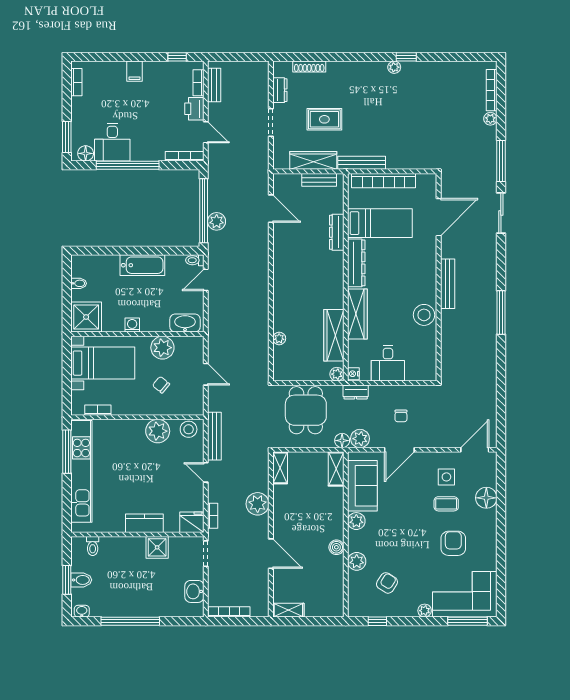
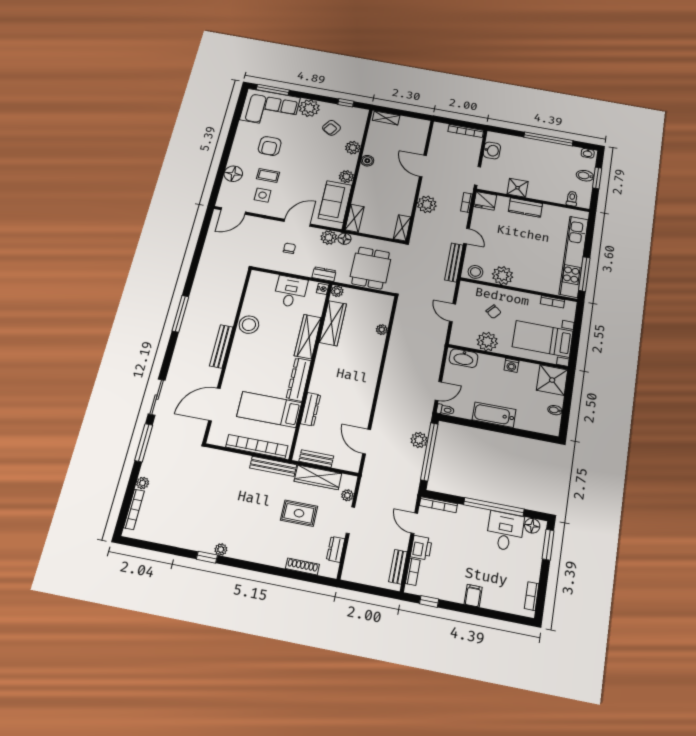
plant: (279, 148) -> (347, 495), added
shelving: (288, 610) -> (386, 118), moved
plant: (425, 611) -> (309, 108), width x1.87, depth x1.87

